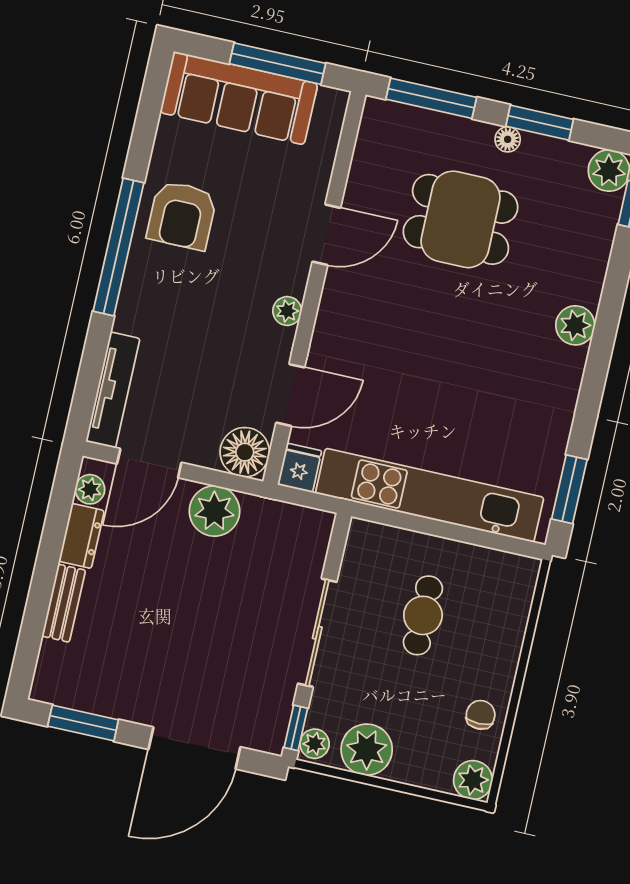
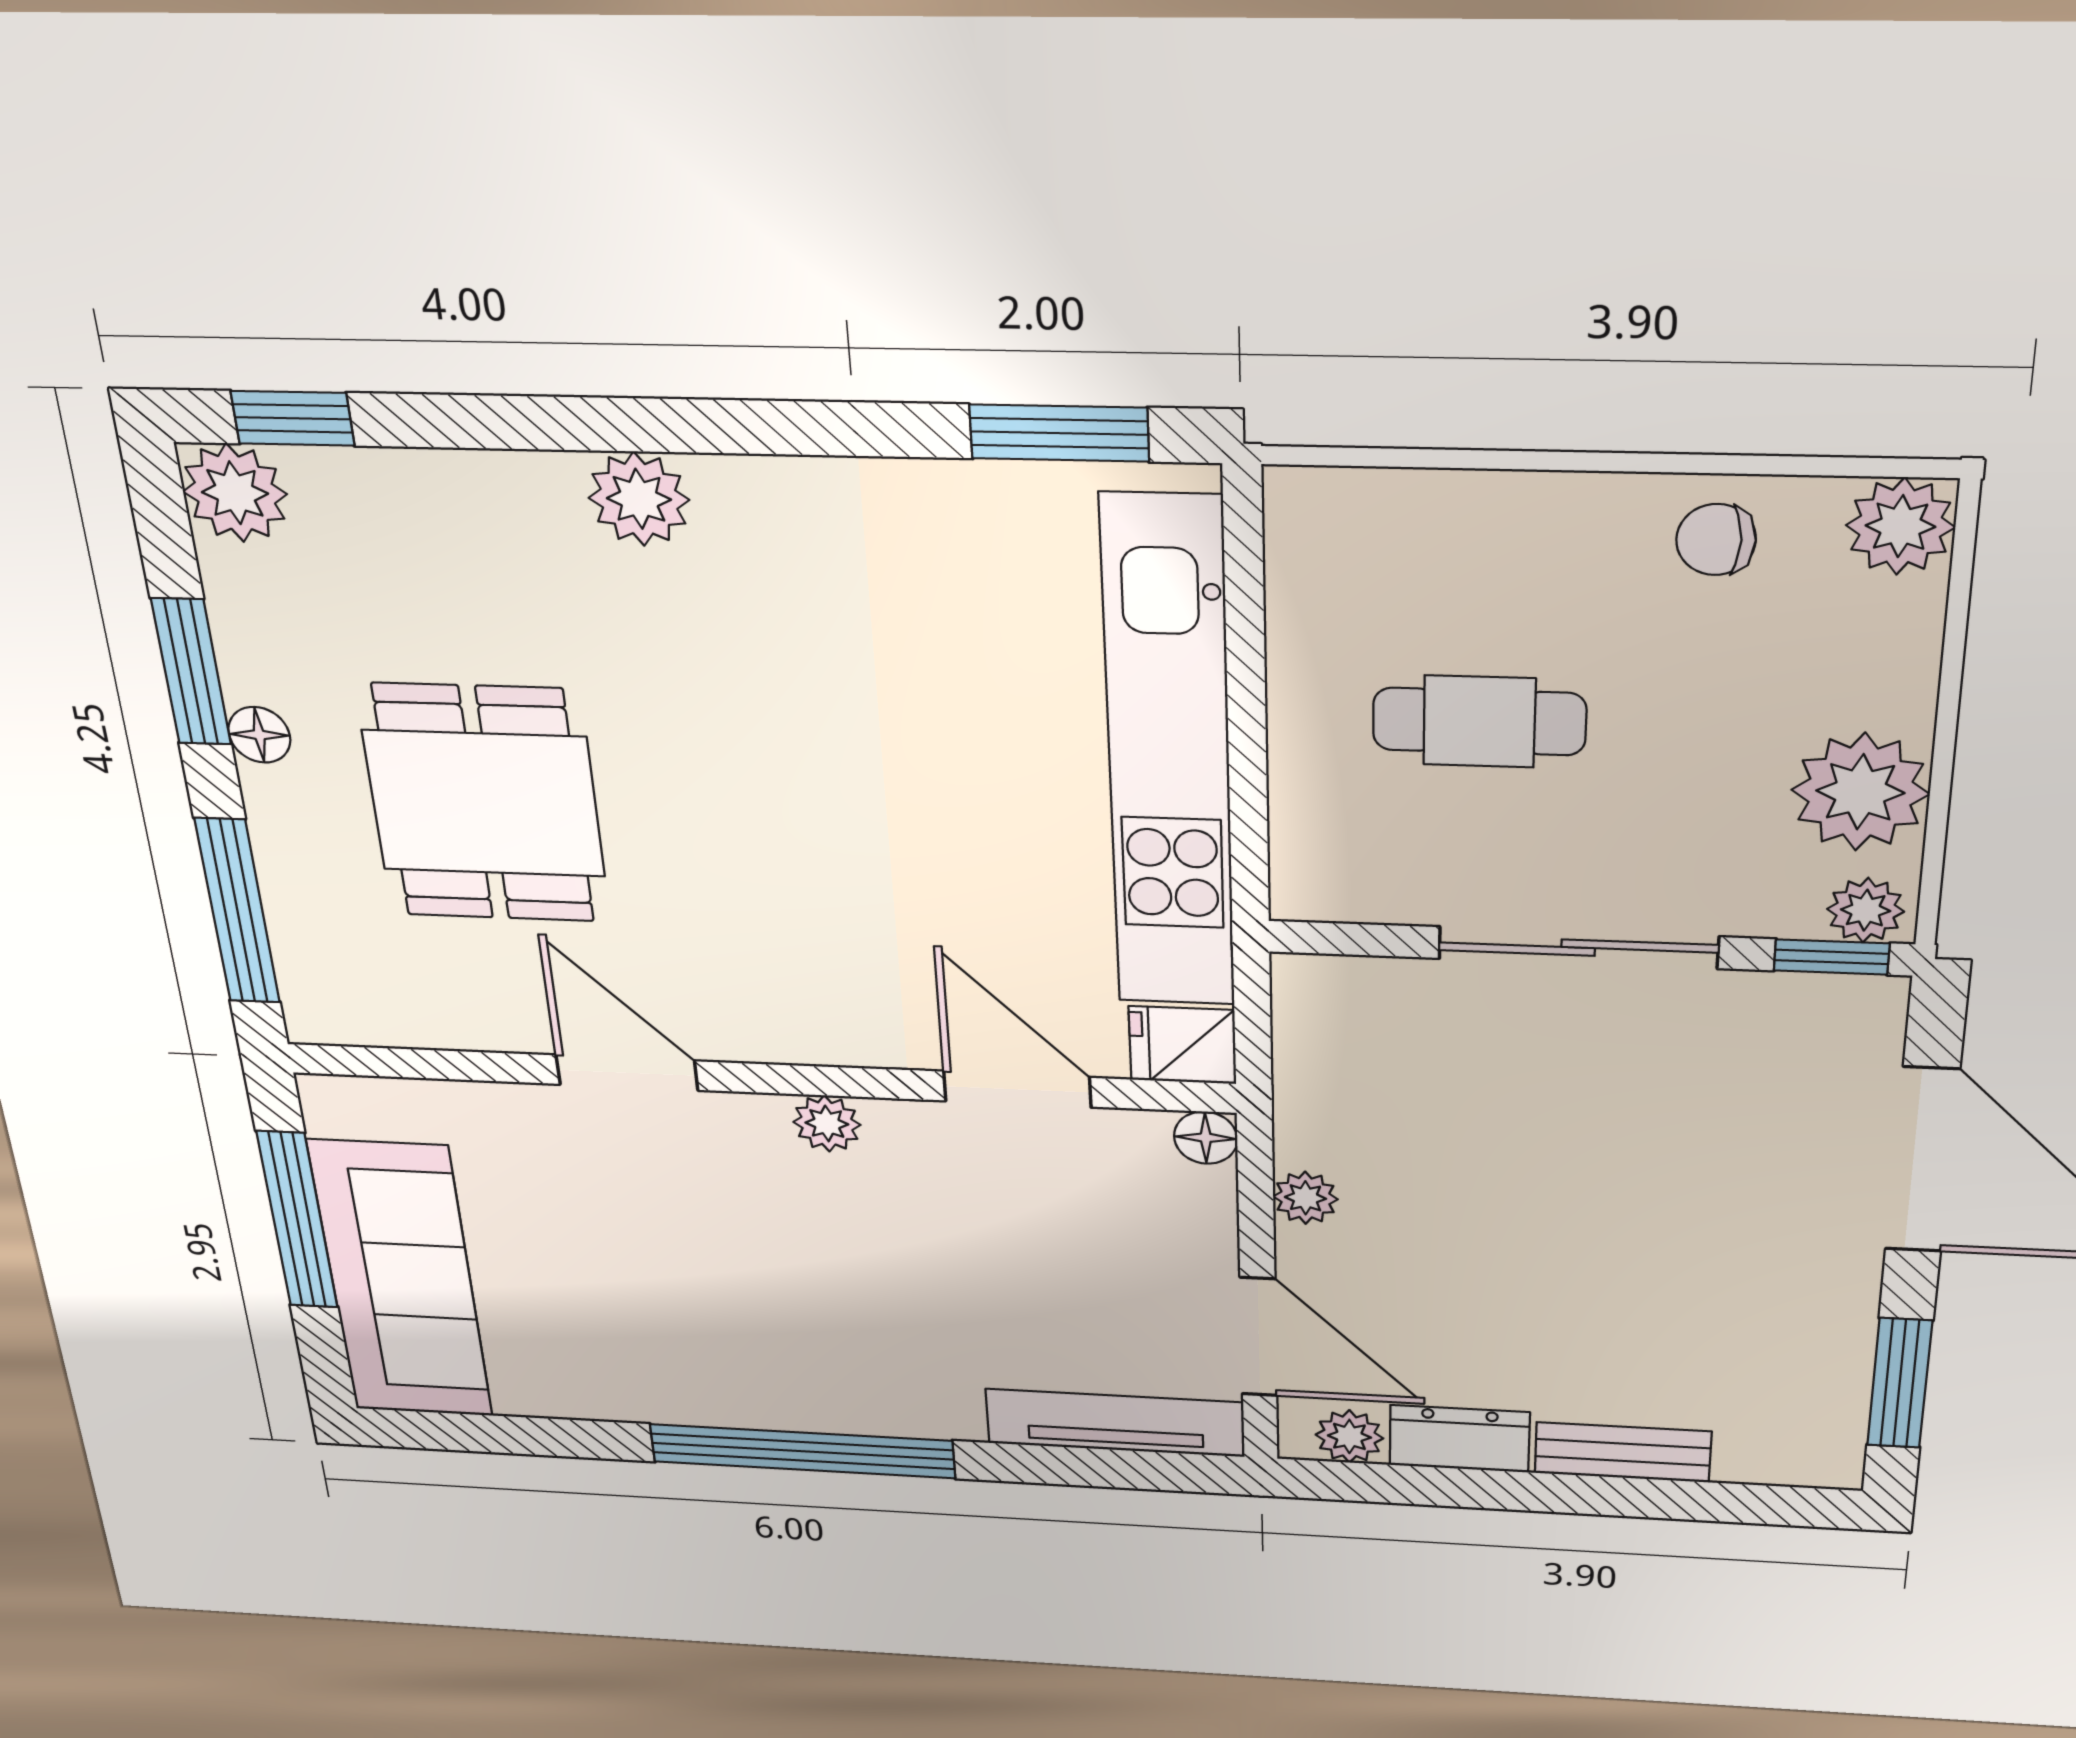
armchair: (182, 215) -> (691, 1349), removed
floor lamp: (245, 452) -> (1206, 1138), width x0.53, depth x0.53
plant: (214, 511) -> (1305, 1198), width x0.53, depth x0.53

